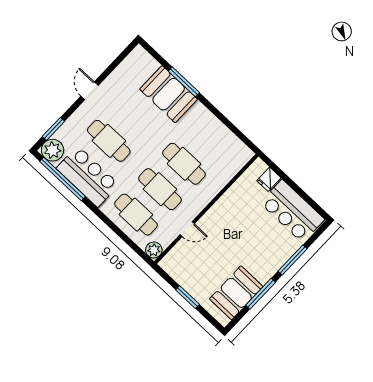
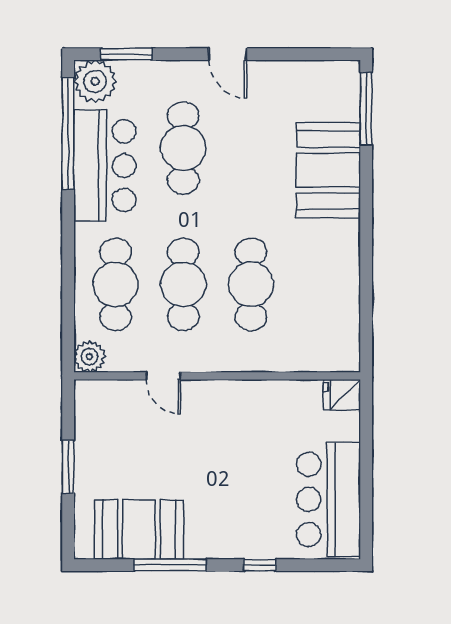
window: (184, 82) -> (366, 109), moved
door: (89, 91) -> (228, 54), swing flipped
fridge: (269, 179) -> (342, 395), moved
window: (292, 260) -> (260, 565), width x0.46

